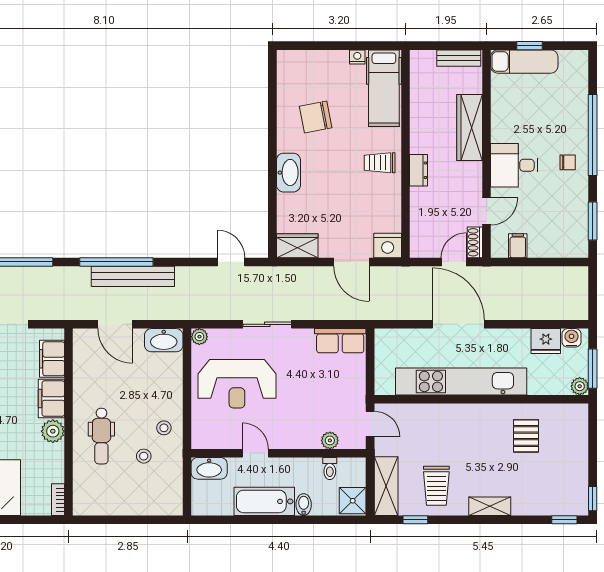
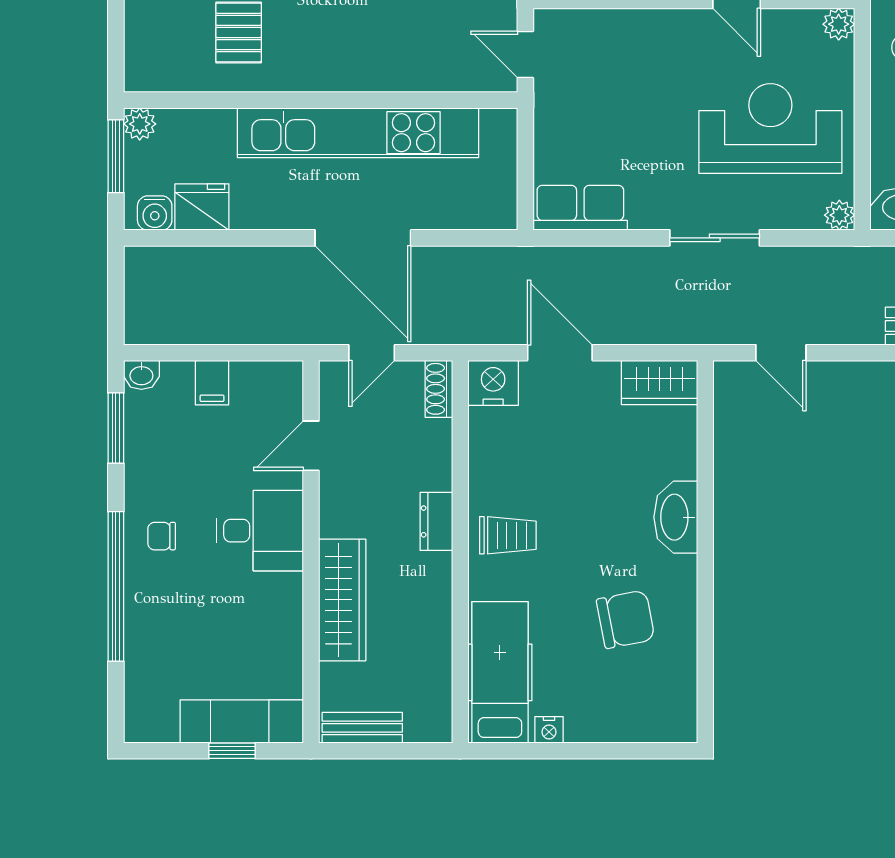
shoe rack: (475, 242) -> (439, 389), moved, turned 180
filing cabinet: (518, 246) -> (212, 383), moved
washbasin: (579, 250) -> (141, 375), added
plant: (330, 440) -> (839, 24), moved

